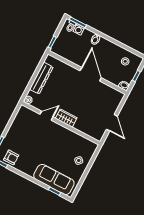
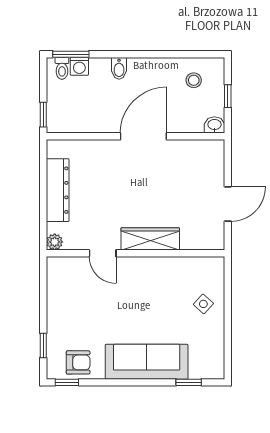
door: (91, 74) -> (143, 136), hinge flipped
door: (47, 116) -> (103, 253), swing flipped
wardrobe: (66, 118) -> (150, 239), width x1.50
door: (112, 123) -> (228, 204), hinge flipped
sofa: (54, 179) -> (147, 362), moved

